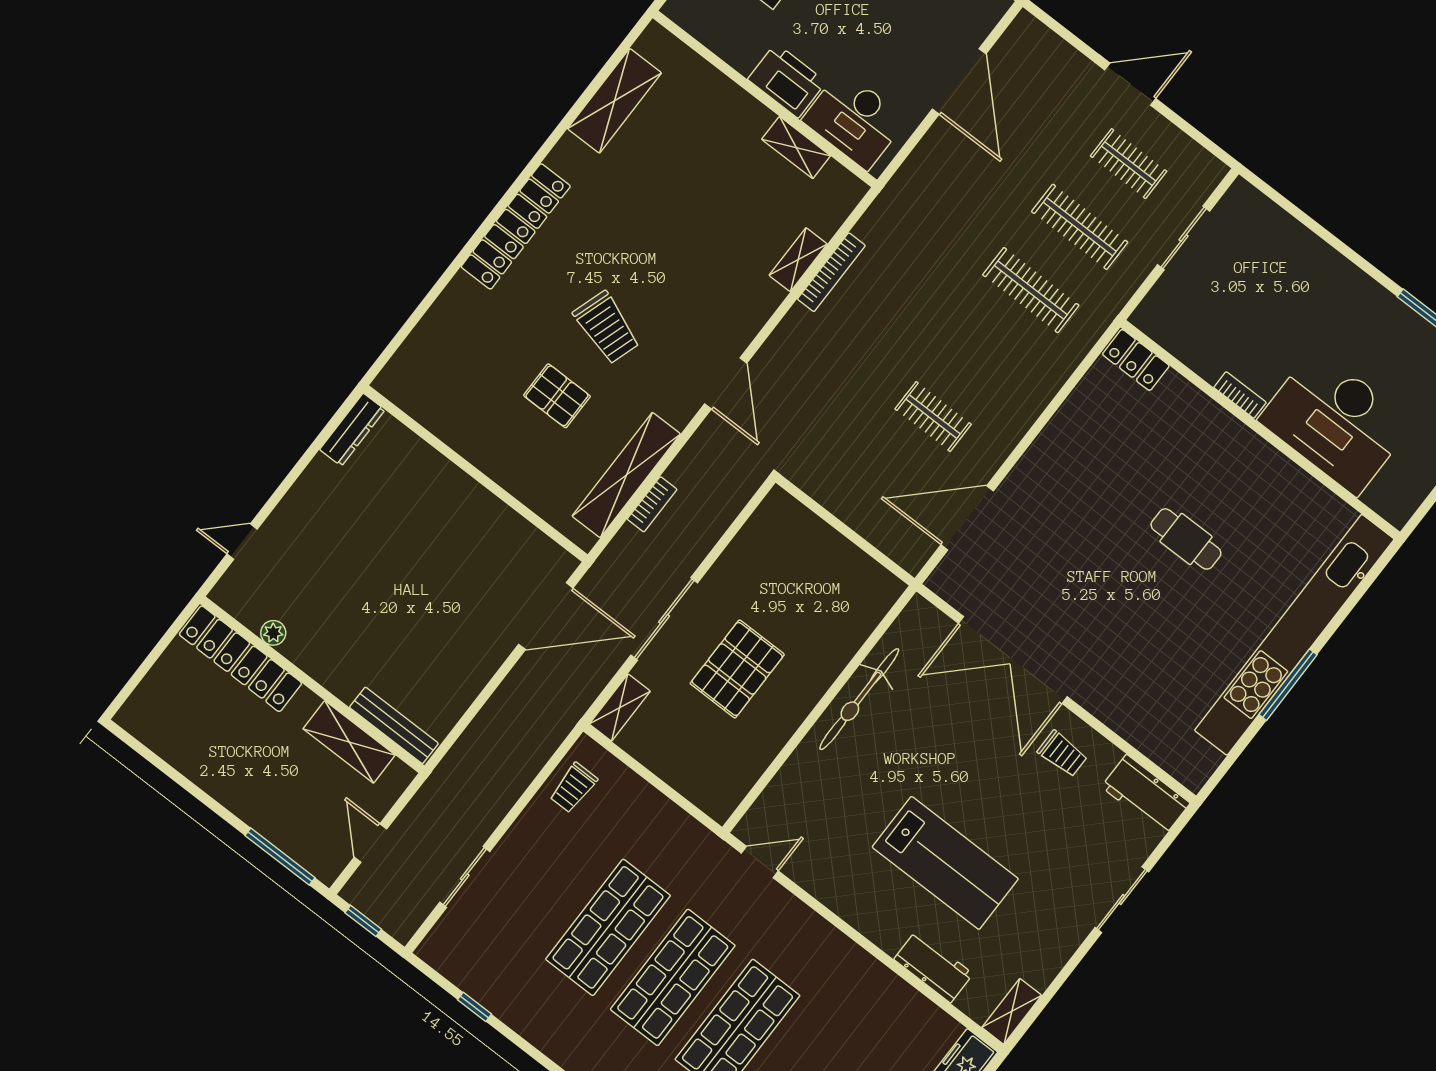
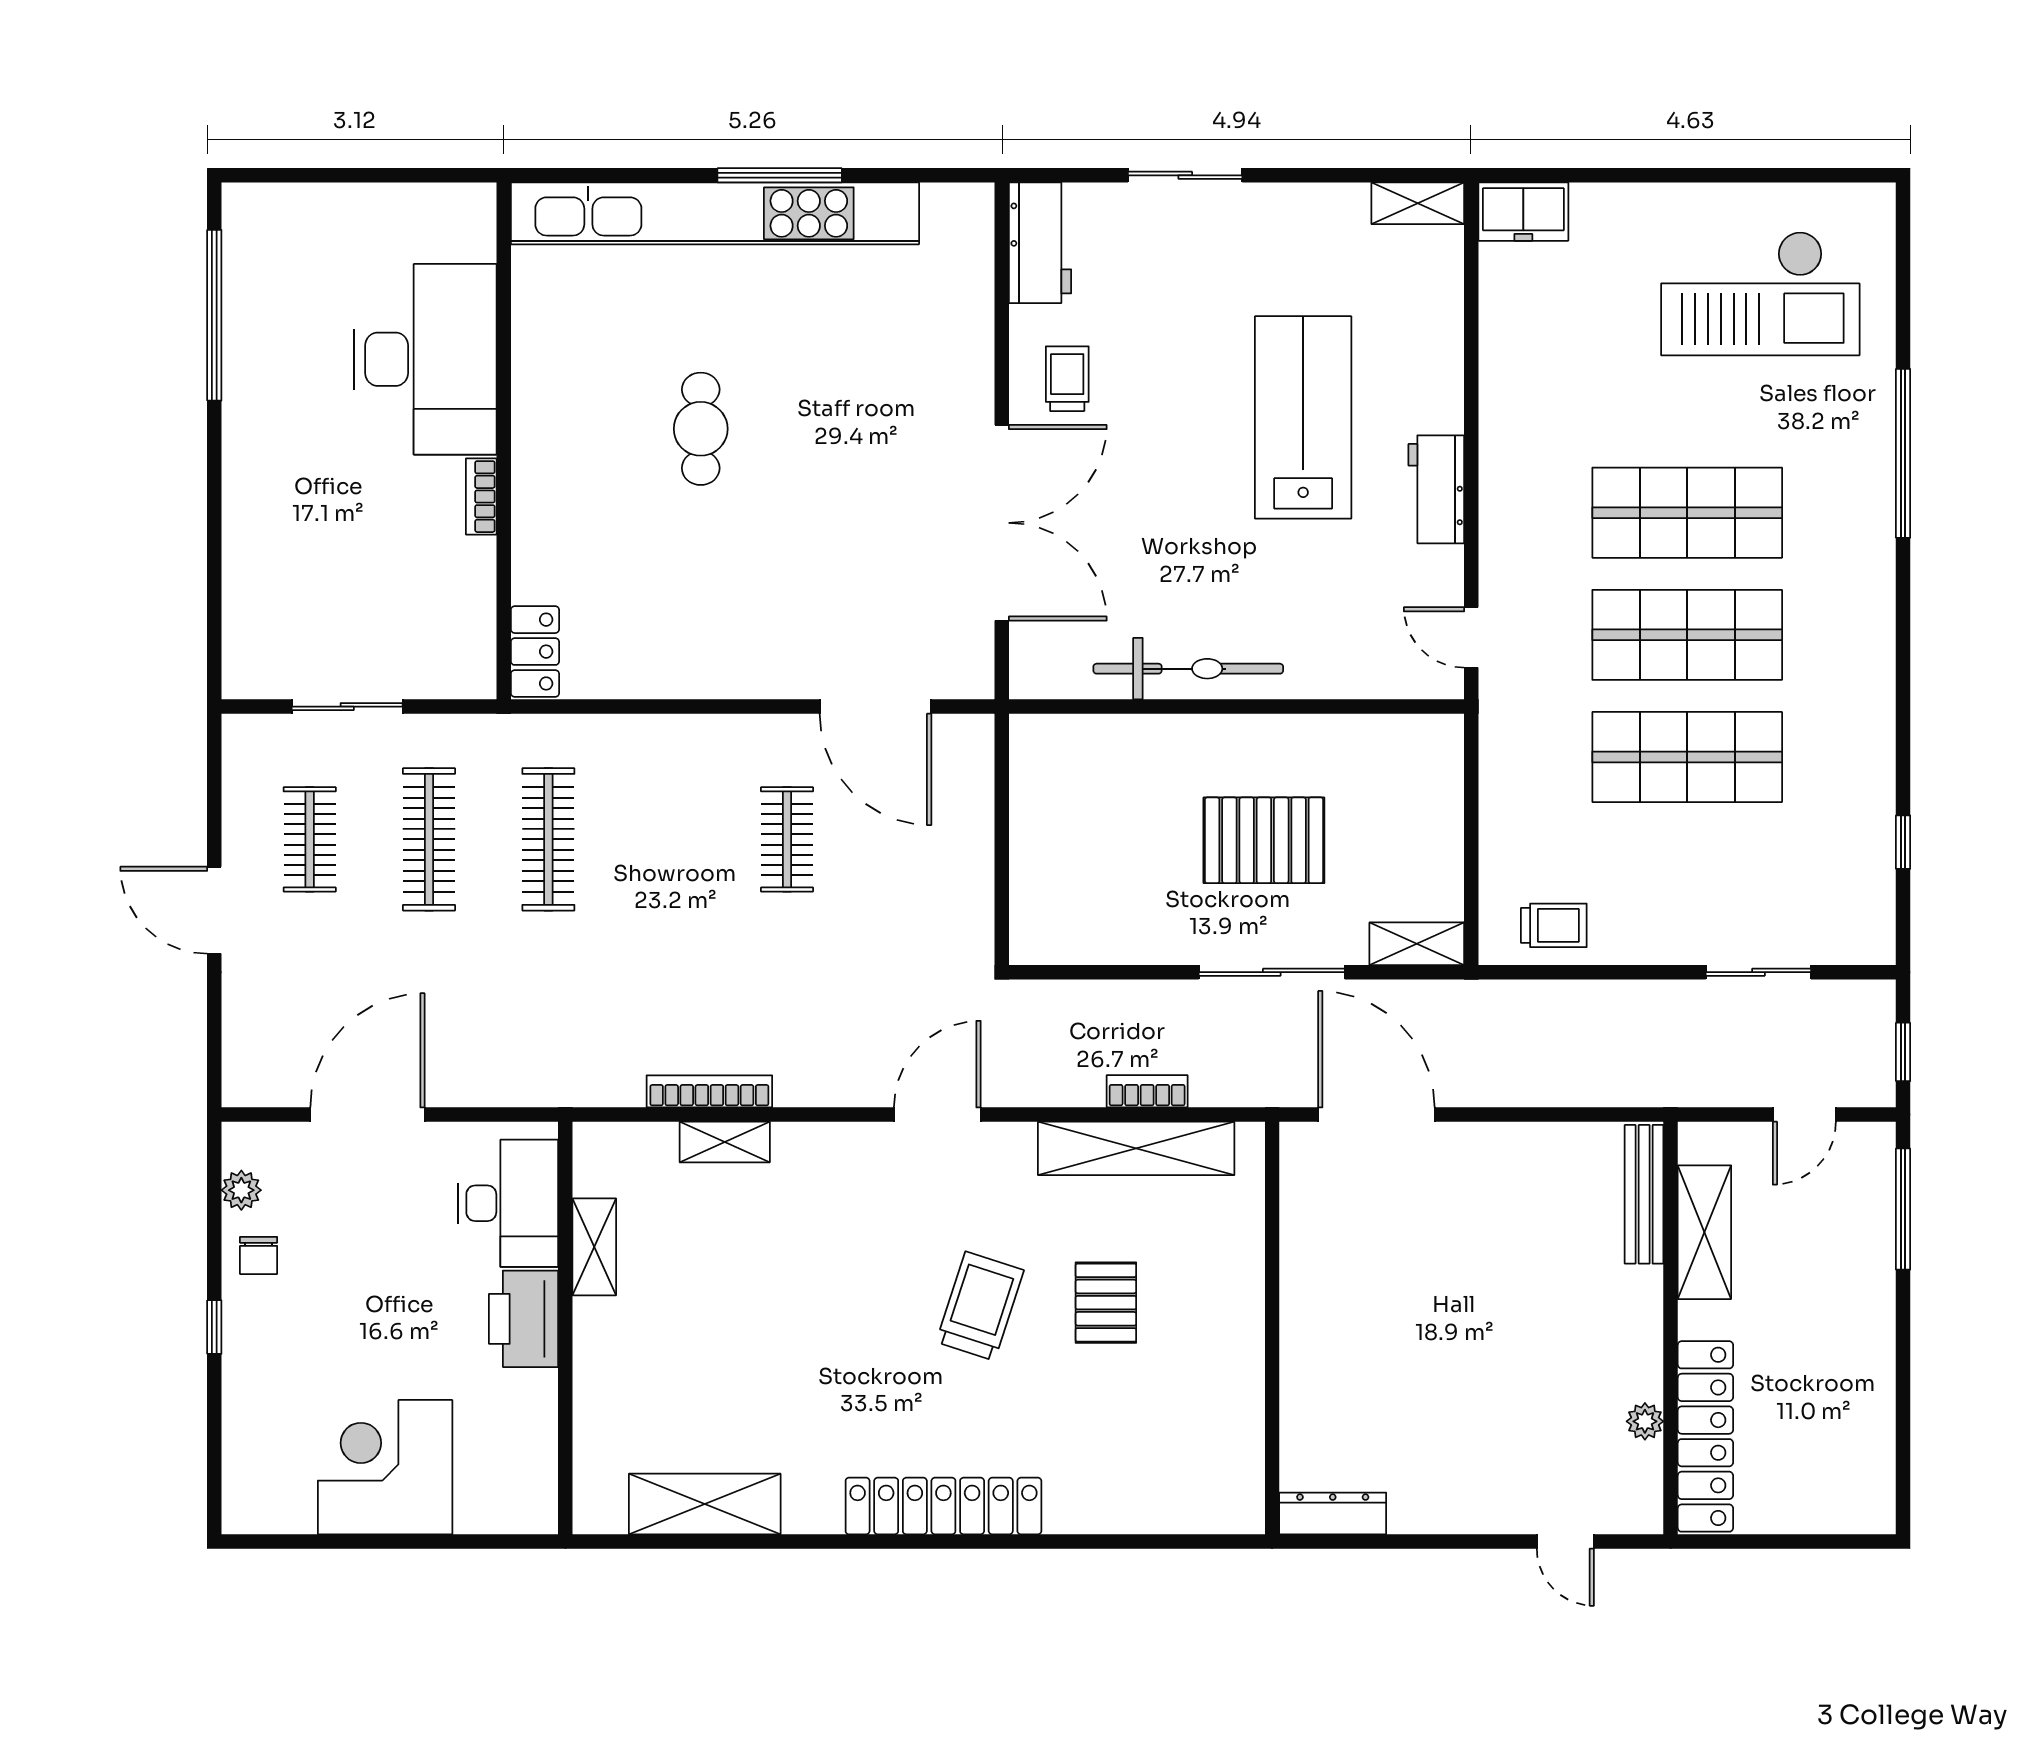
workbench: (933, 967) -> (1436, 489), moved

